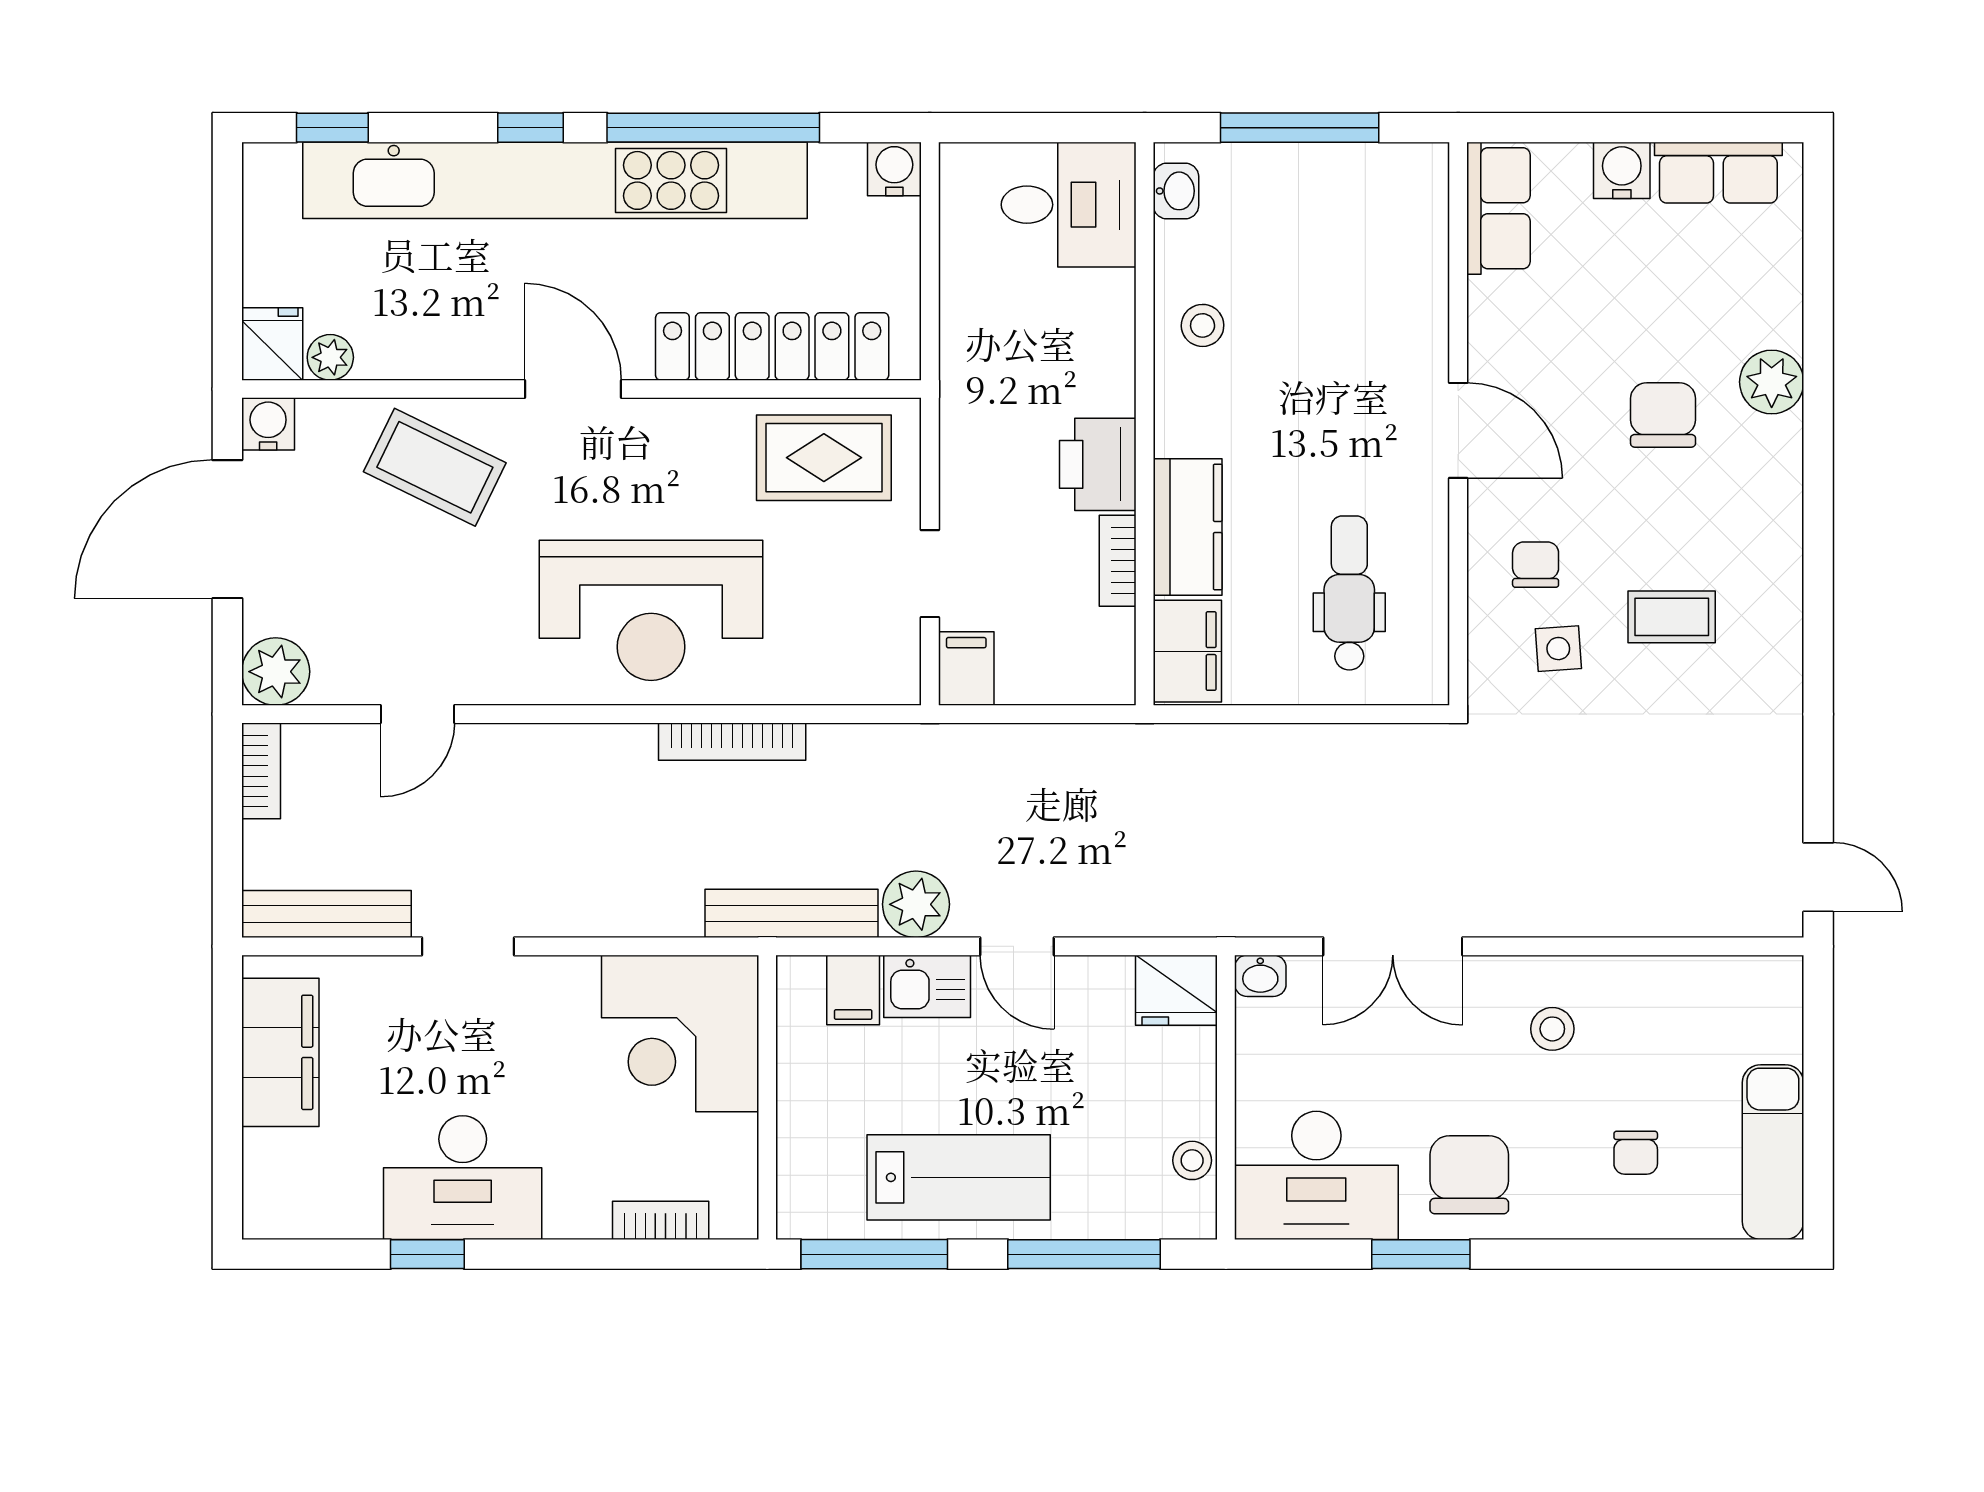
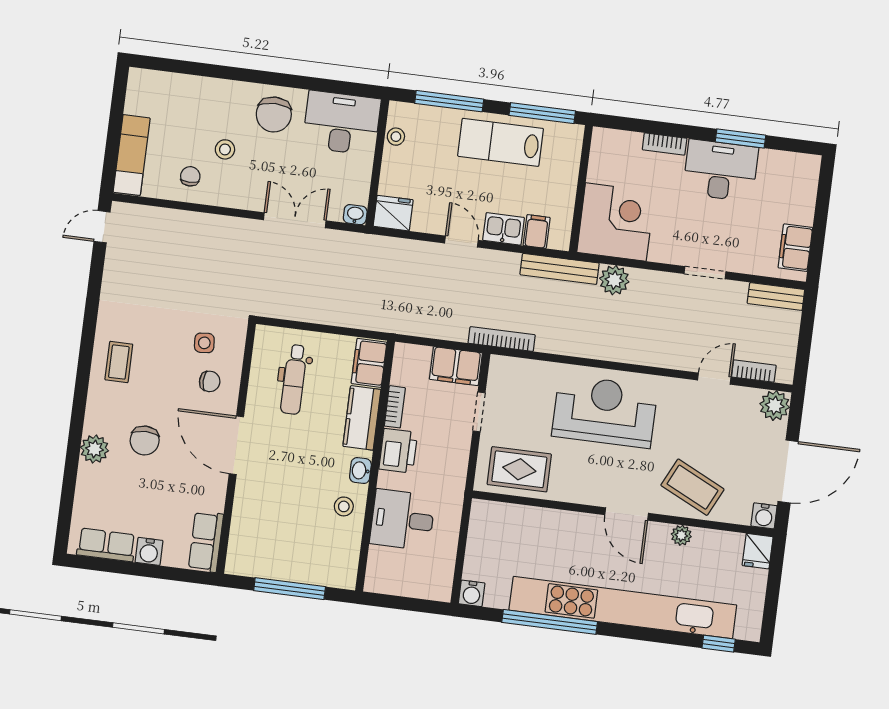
window: (531, 128) -> (631, 632), removed
washbasin: (1176, 191) -> (360, 471), moved
desk: (1069, 205) -> (402, 520), moved
locker: (772, 346) -> (536, 522), removed
plant: (330, 357) -> (681, 535), moved
door: (1458, 430) -> (236, 445), width x1.36
chair: (1536, 565) -> (210, 381), turned -90
coffee table: (1672, 617) -> (119, 362), moved, turned 90
filing cabinet: (966, 668) -> (456, 366), width x2.00
bookcase: (732, 742) -> (502, 339), moved
bookcase: (261, 771) -> (754, 371), moved, turned 90
door: (1818, 877) -> (102, 227), hinge flipped
plant: (916, 904) -> (614, 280), moved
bench: (326, 914) -> (776, 296), width x0.73
stool: (1552, 1029) -> (225, 149), moved
filing cabinet: (280, 1052) -> (795, 248), width x0.67, depth x0.86
exam couch: (1773, 1152) -> (132, 155), moved
chair: (1636, 1153) -> (190, 176), moved
bookcase: (661, 1220) -> (665, 144), moved
window: (427, 1254) -> (740, 139), width x1.50
window: (1421, 1254) -> (300, 82), removed

